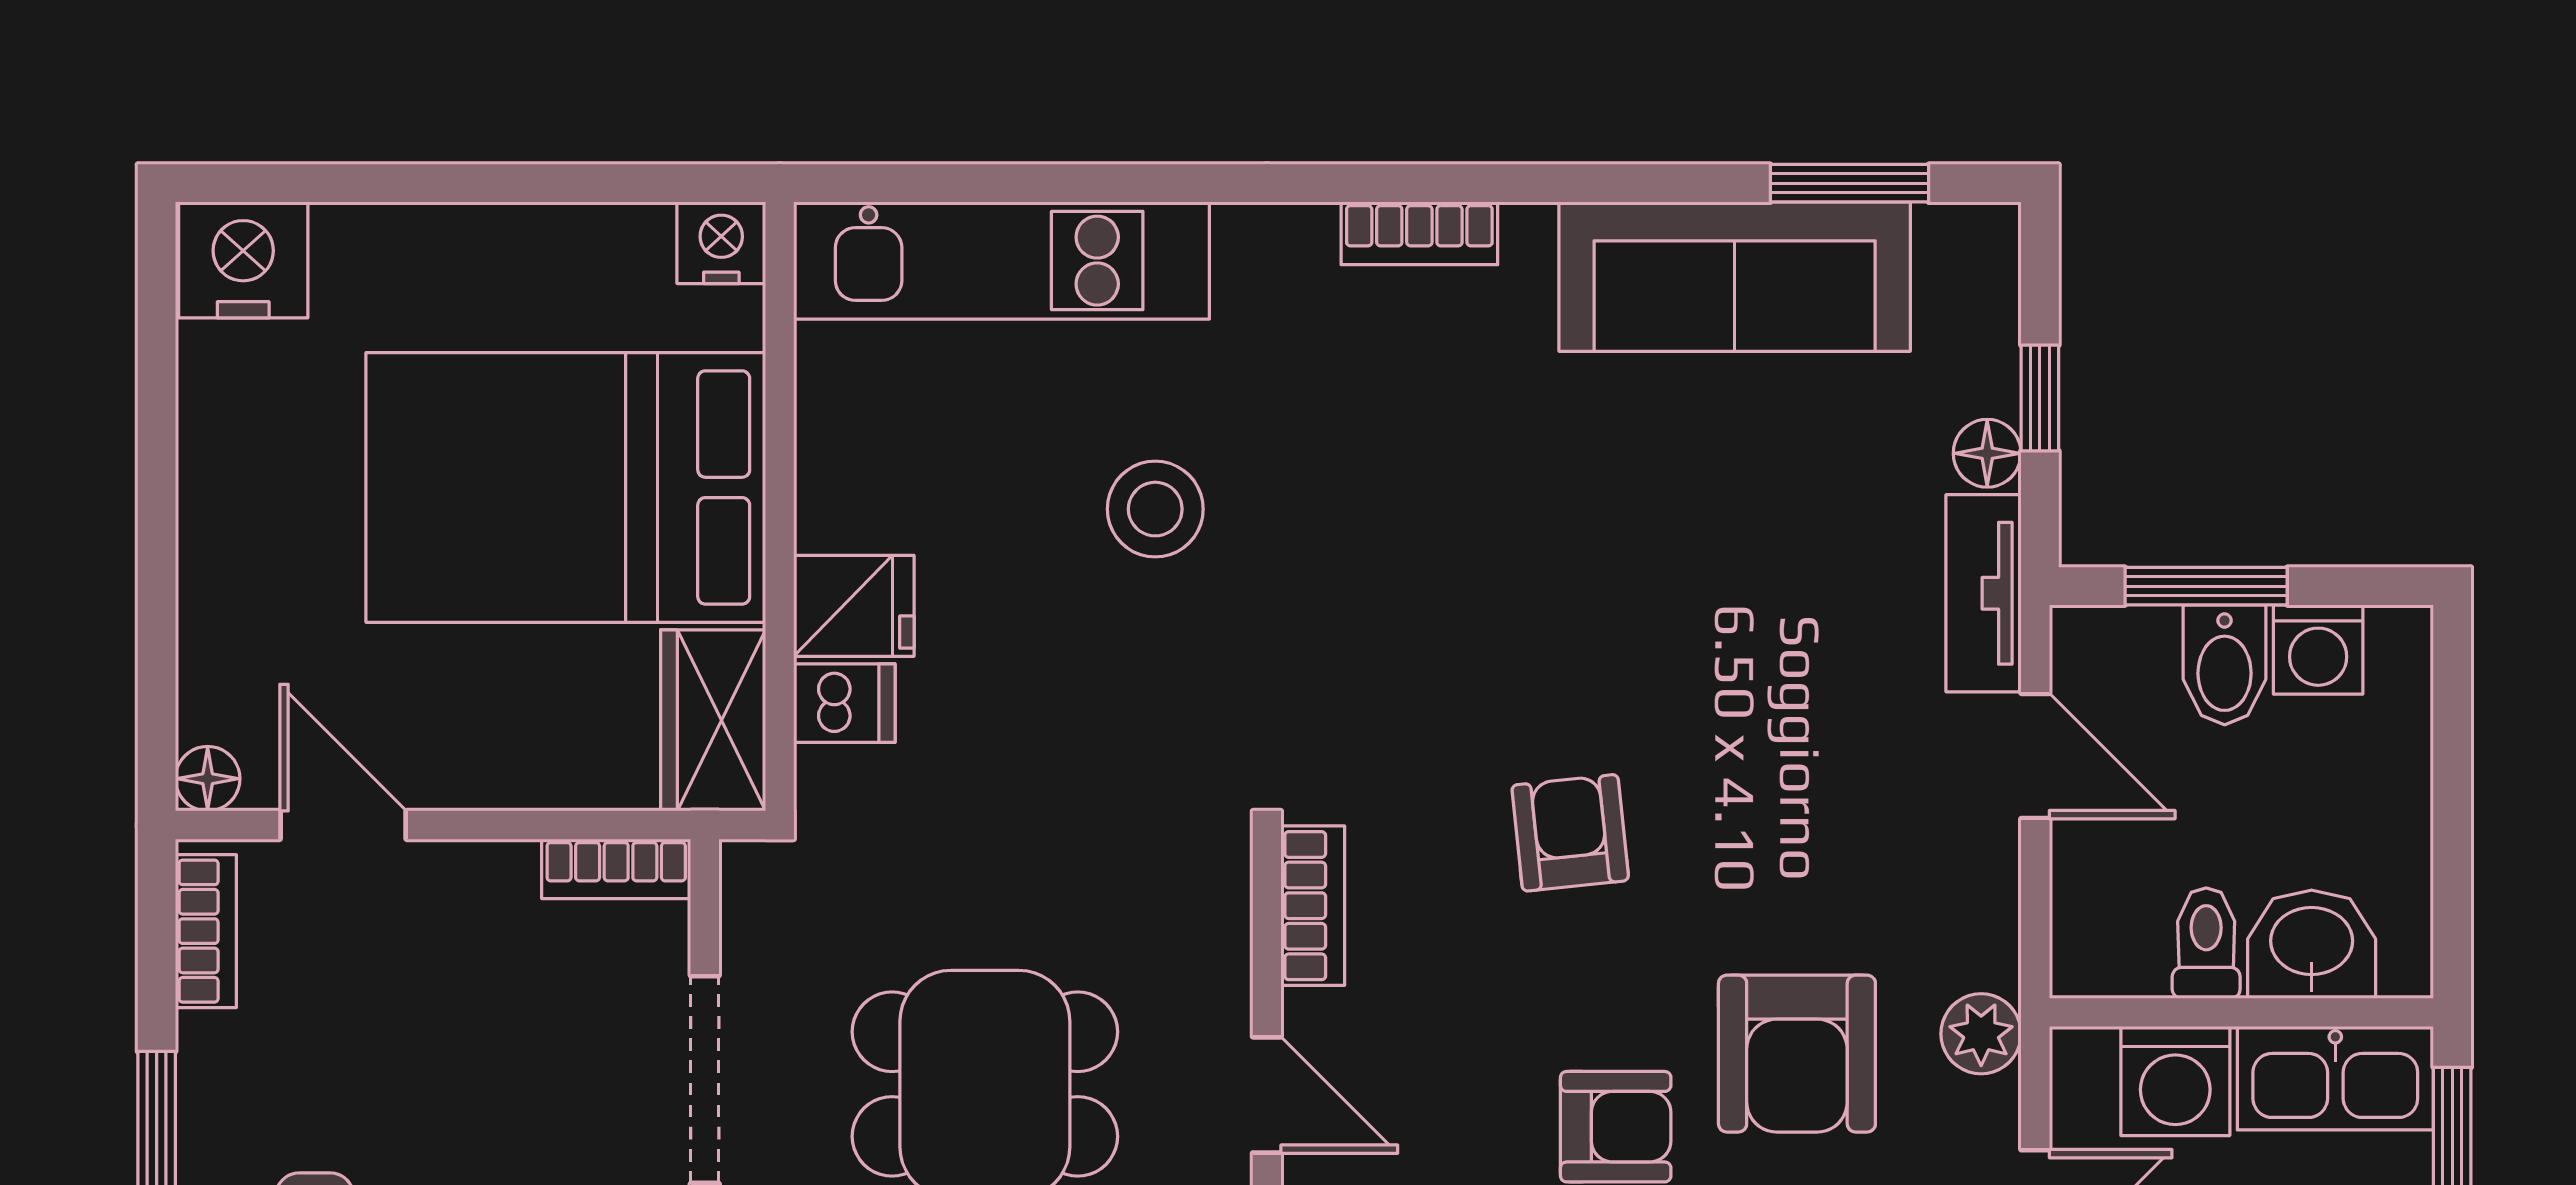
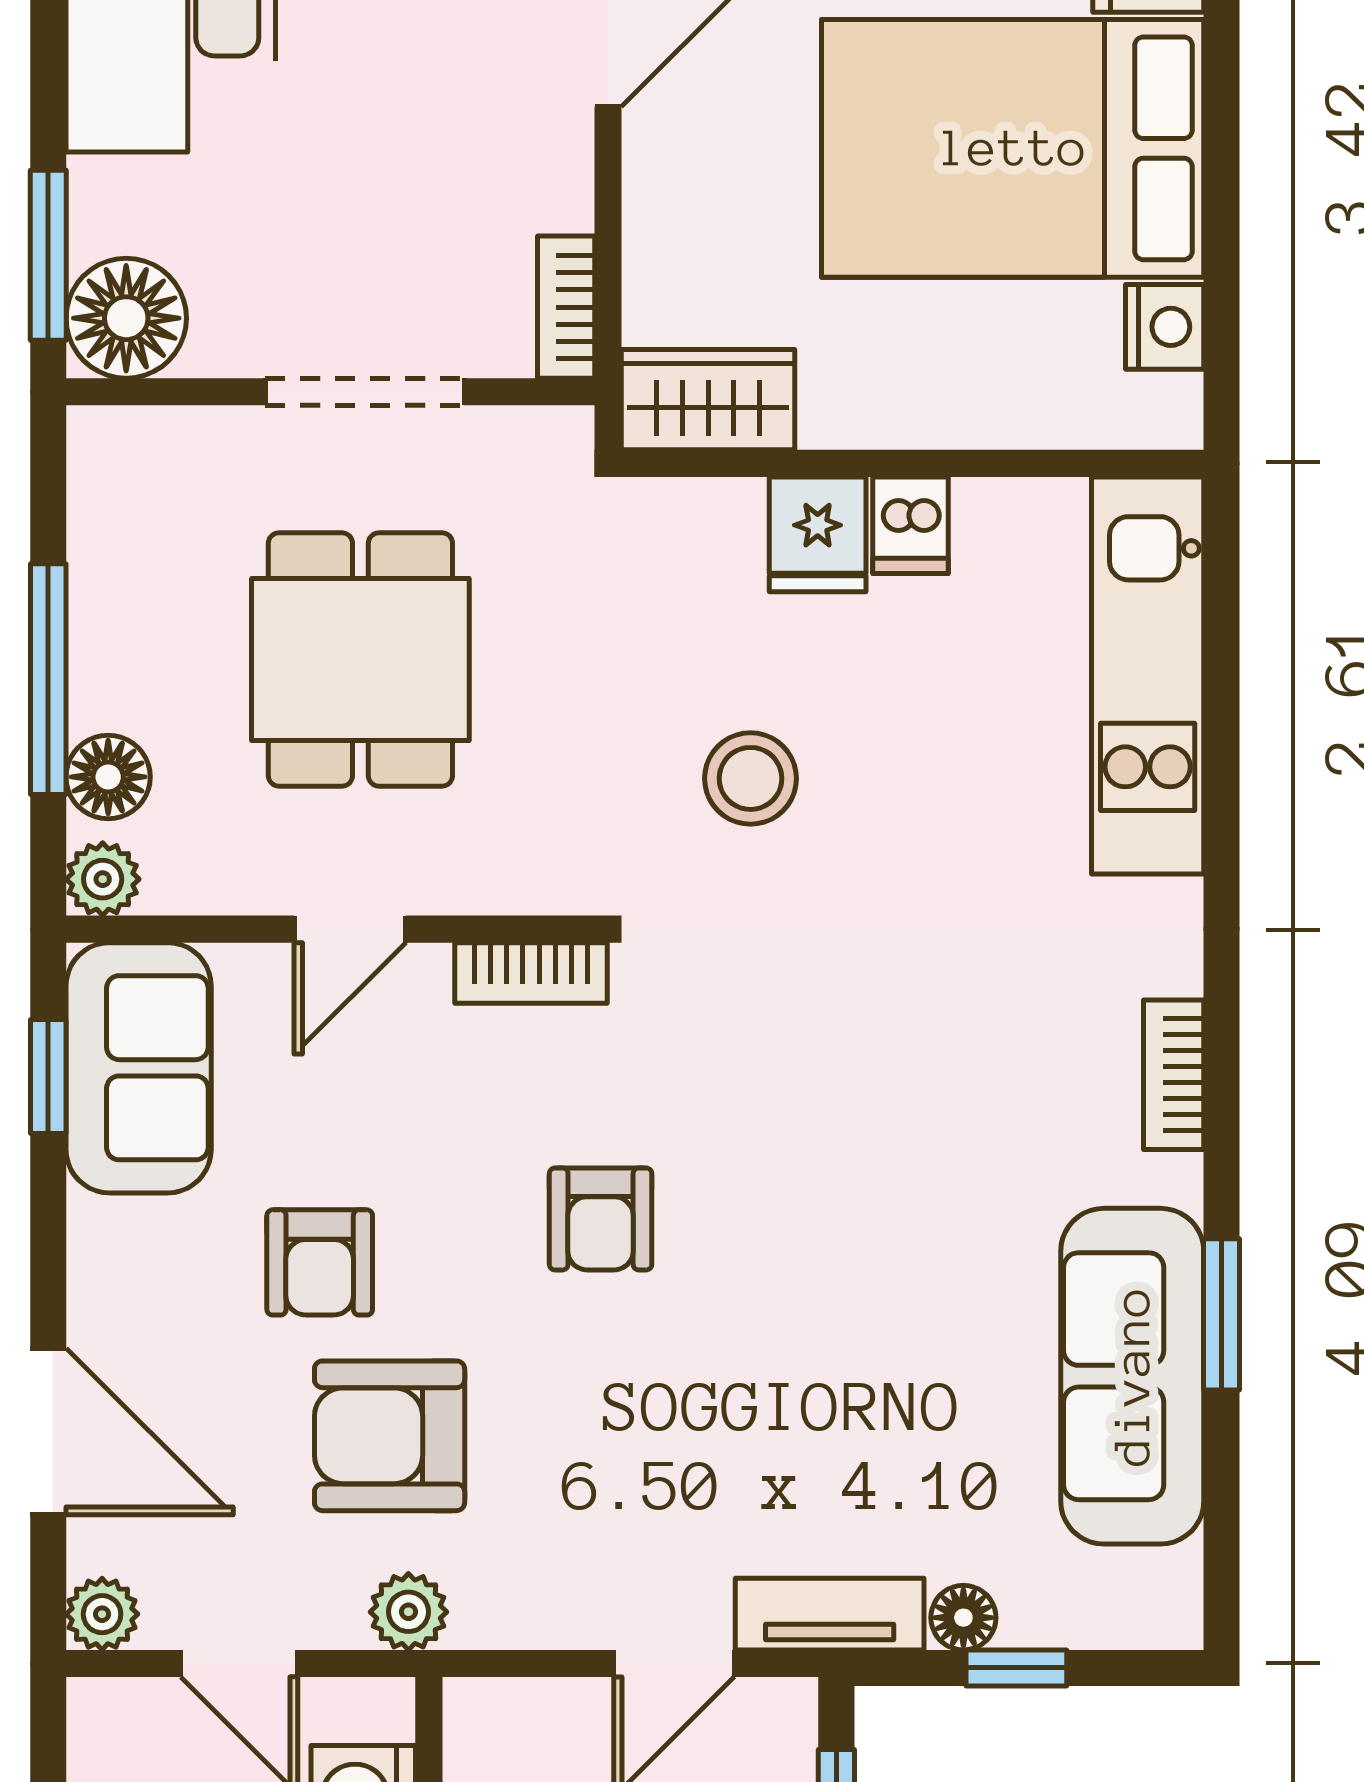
window: (1850, 183) -> (1222, 1314), moved
nightstand: (721, 243) -> (1165, 327), moved
bed: (566, 487) -> (1013, 148), moved, turned -90
stool: (1155, 509) -> (751, 778), moved
dishwasher: (844, 703) -> (911, 525), moved
armchair: (1570, 833) -> (601, 1219), turned 96

